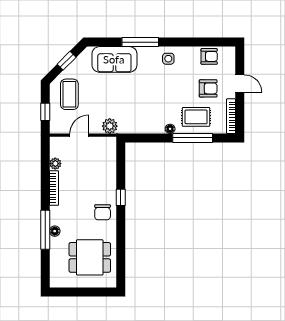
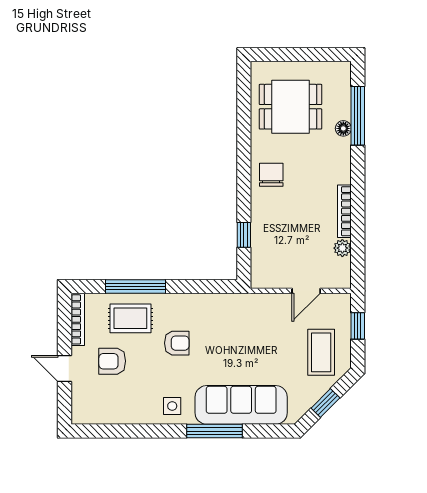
armchair: (209, 56) -> (177, 343), moved, turned 180
sofa: (114, 59) -> (241, 405), width x1.36
plant: (110, 126) -> (260, 305), removed
floor lamp: (170, 129) -> (170, 300), removed
window: (121, 197) -> (244, 235), moved
window: (45, 230) -> (358, 116), moved
floor lamp: (55, 231) -> (343, 128), moved

